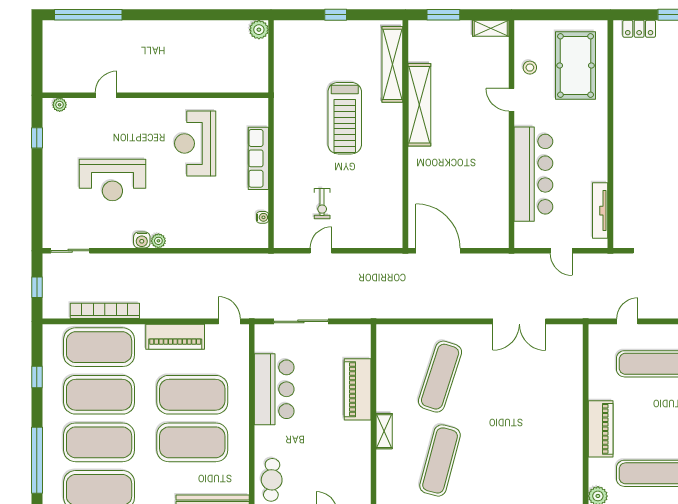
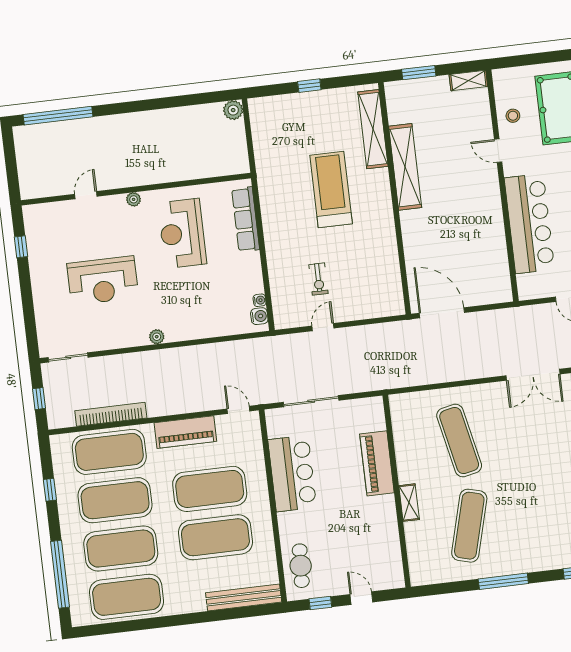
plant: (60, 105) -> (134, 199), moved
treadmill: (345, 118) -> (331, 190), turned 180
row of seats: (258, 158) -> (246, 219), moved
water cooler: (142, 240) -> (259, 316), moved, turned -90
exercise mat: (440, 377) -> (459, 440), turned -30

